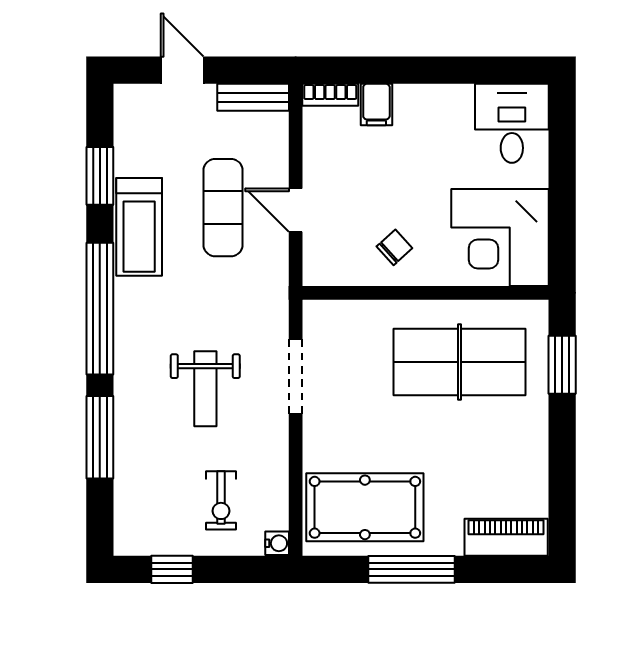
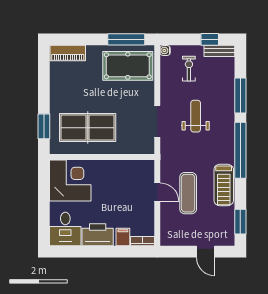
bench: (253, 97) -> (219, 51), moved
printer: (436, 110) -> (98, 235), added
window: (100, 176) -> (240, 222), moved
treadmill: (139, 227) -> (224, 185), turned 180
chair: (394, 247) -> (115, 176), removed
window: (411, 569) -> (126, 39), moved

